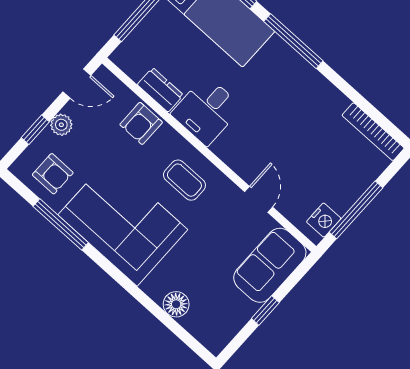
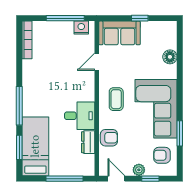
armchair: (53, 174) -> (162, 155), turned -90
window: (61, 224) -> (180, 133), width x0.69

